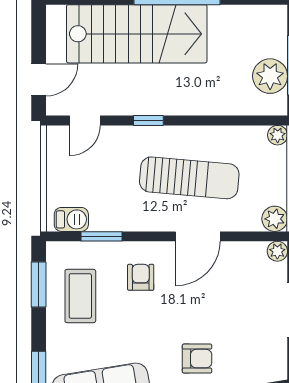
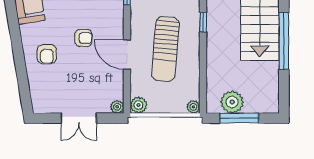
armchair: (141, 277) -> (83, 38), moved

